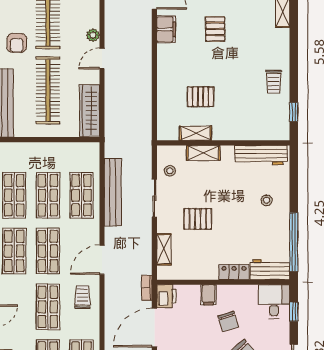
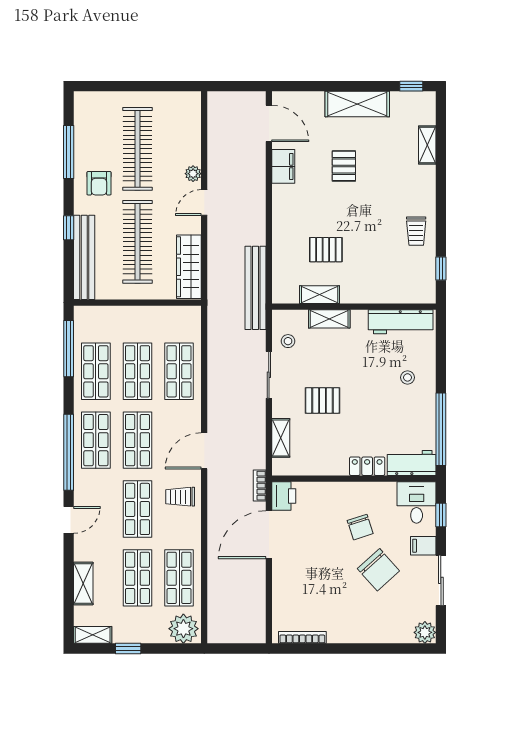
bench: (113, 192) -> (256, 288), moved
filing cabinet: (209, 295) -> (423, 546), moved, turned 90
trolley: (82, 297) -> (180, 497), turned -90

